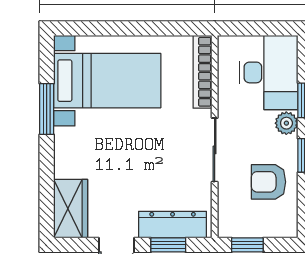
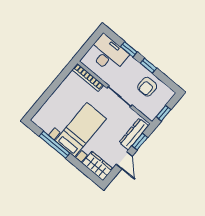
bed with nightstands: (107, 81) -> (81, 130), moved
window: (47, 109) -> (54, 145), width x1.44
plant: (286, 123) -> (131, 63), removed

